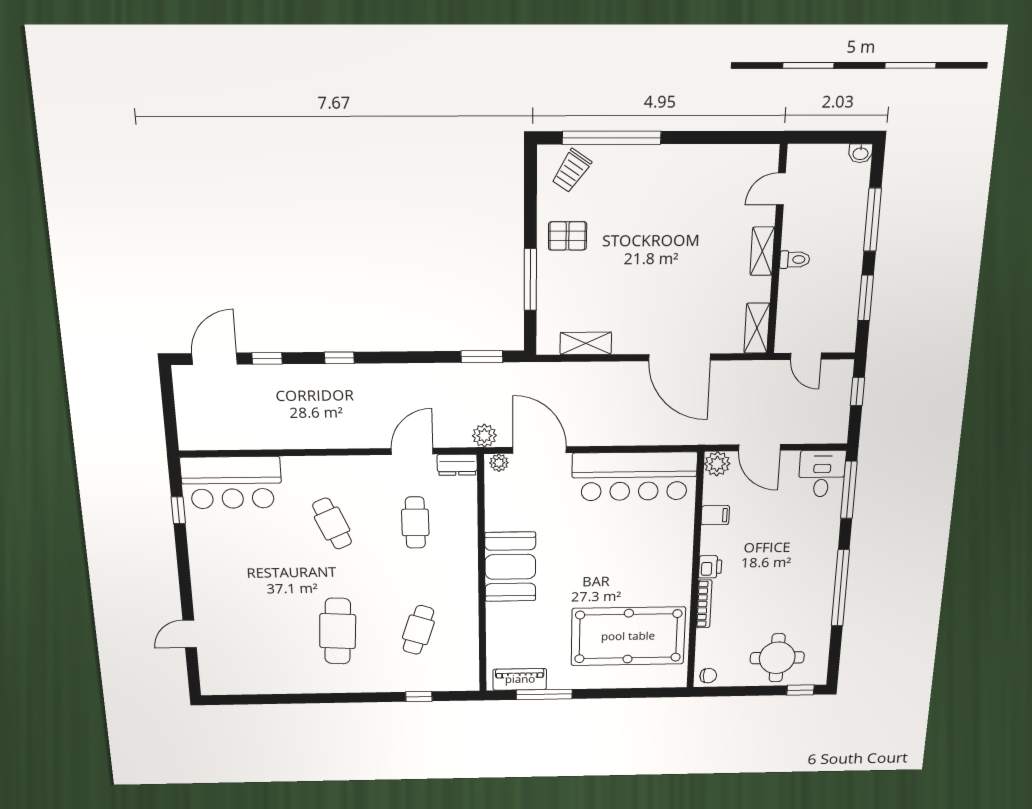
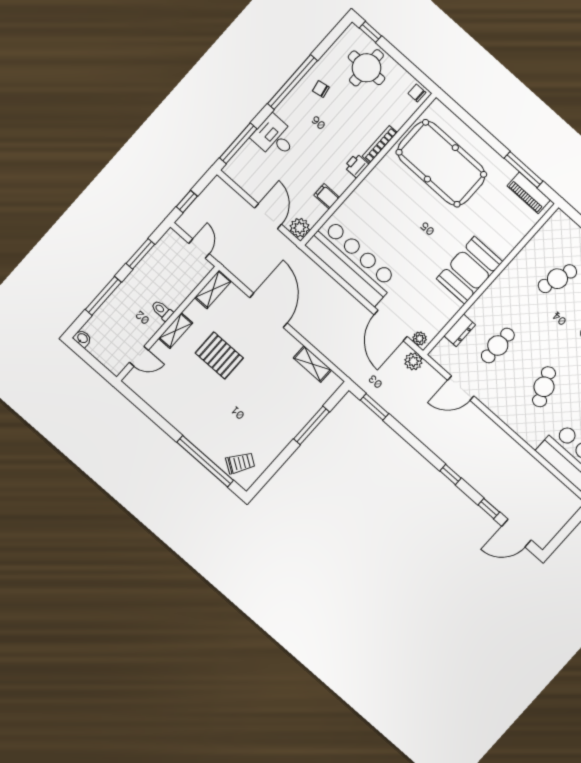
pallet: (568, 236) -> (219, 356), moved, width x1.50, depth x1.42
dresser: (457, 465) -> (460, 330), moved, turned 90
desk: (822, 474) -> (275, 137), moved, turned 90
chair: (806, 605) -> (321, 89), added

